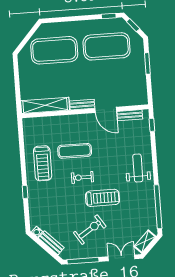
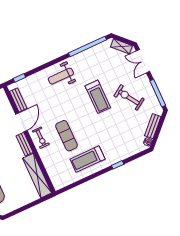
treadmill: (43, 163) -> (87, 159), turned 180
exercise bike: (82, 177) -> (41, 138), moved
treadmill: (102, 198) -> (98, 97), turned 180

